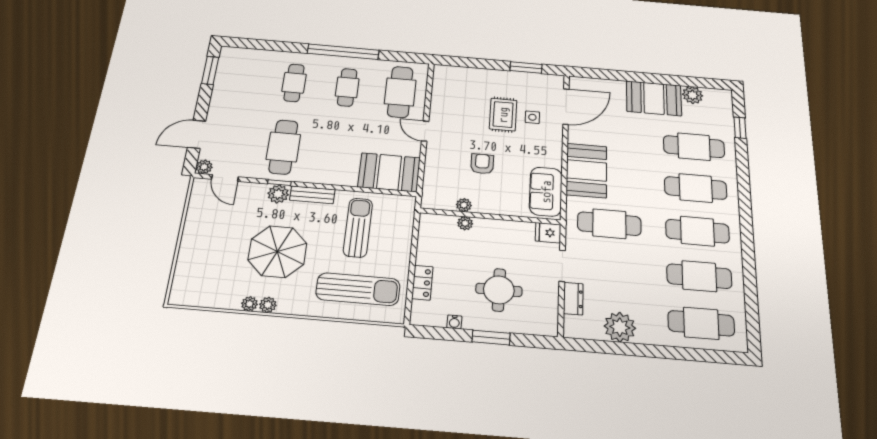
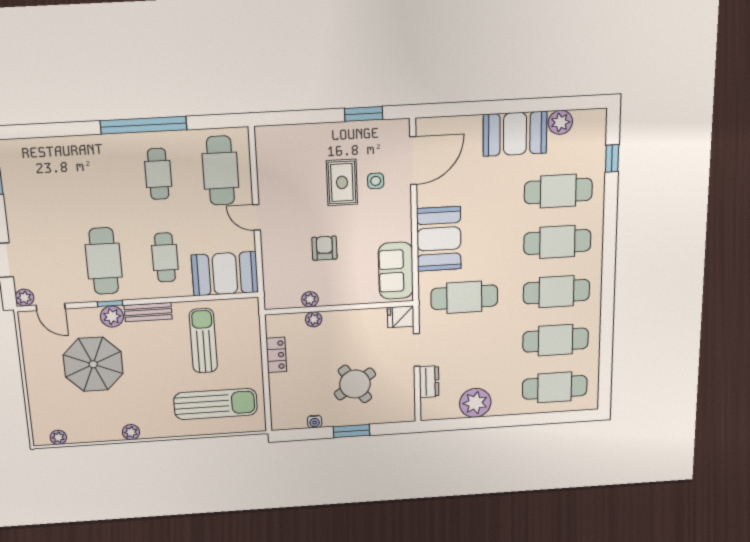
cafe table: (294, 83) -> (165, 257), moved
parasol: (277, 252) -> (93, 364), moved
locker: (422, 283) -> (276, 355), moved
round table: (499, 290) -> (355, 384), turned -34
plant: (249, 304) -> (58, 437), moved

